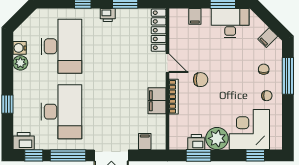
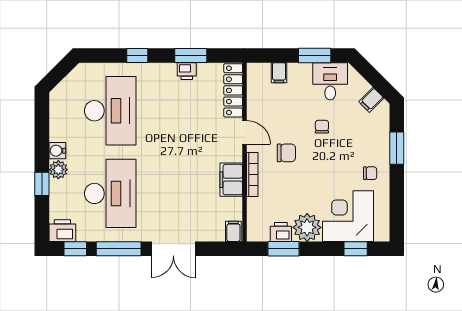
printer: (108, 15) -> (187, 71), moved
desk: (230, 23) -> (330, 81), width x0.73
water cooler: (20, 48) -> (57, 151), moved
plant: (20, 63) -> (58, 170), moved
chair: (264, 69) -> (322, 127), moved
window: (288, 76) -> (397, 148), width x0.69
filing cabinet: (145, 142) -> (233, 231), moved

